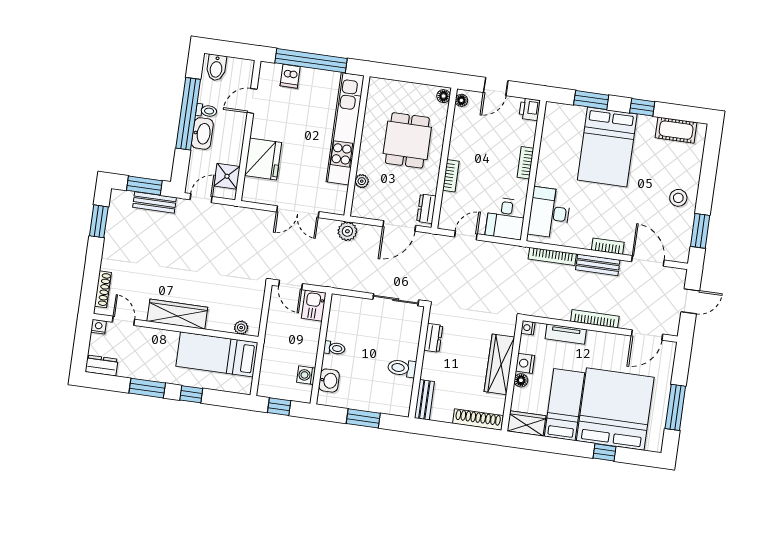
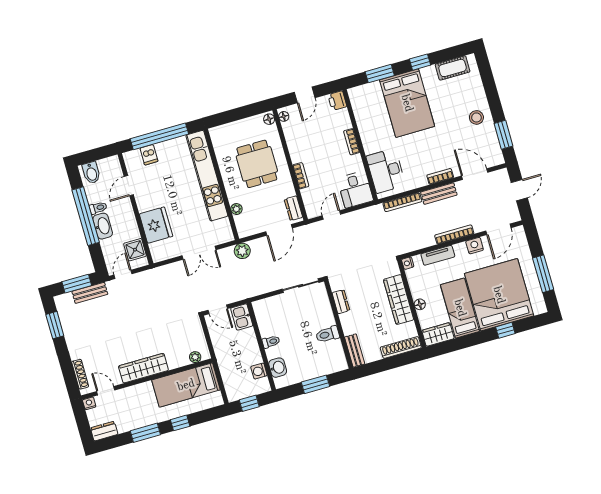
nightstand: (525, 363) -> (475, 246), moved, turned 90

